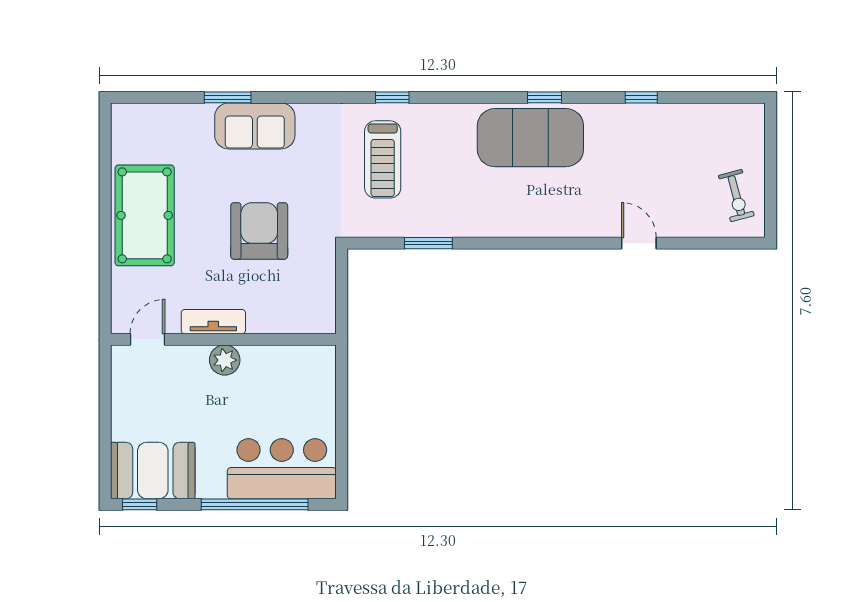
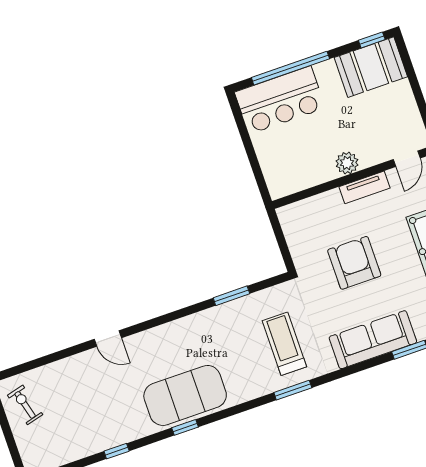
window: (392, 97) -> (293, 390), width x1.50
sofa: (255, 126) -> (373, 340), width x1.36
armchair: (259, 231) -> (354, 263), turned 180
door: (639, 243) -> (108, 339), moved

